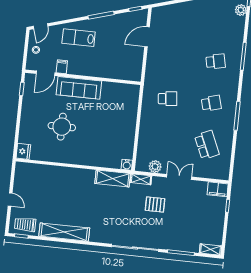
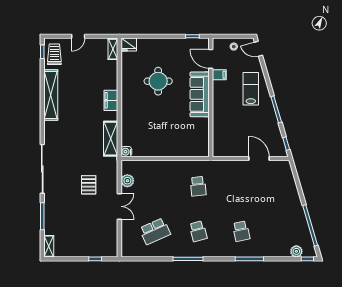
shelving: (141, 179) -> (113, 49), moved
filing cabinet: (218, 189) -> (111, 100), moved

